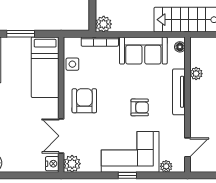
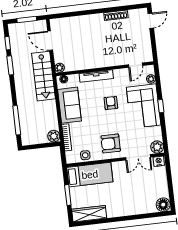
plant: (196, 74) -> (60, 68), moved
door: (188, 147) -> (136, 65), swing flipped

